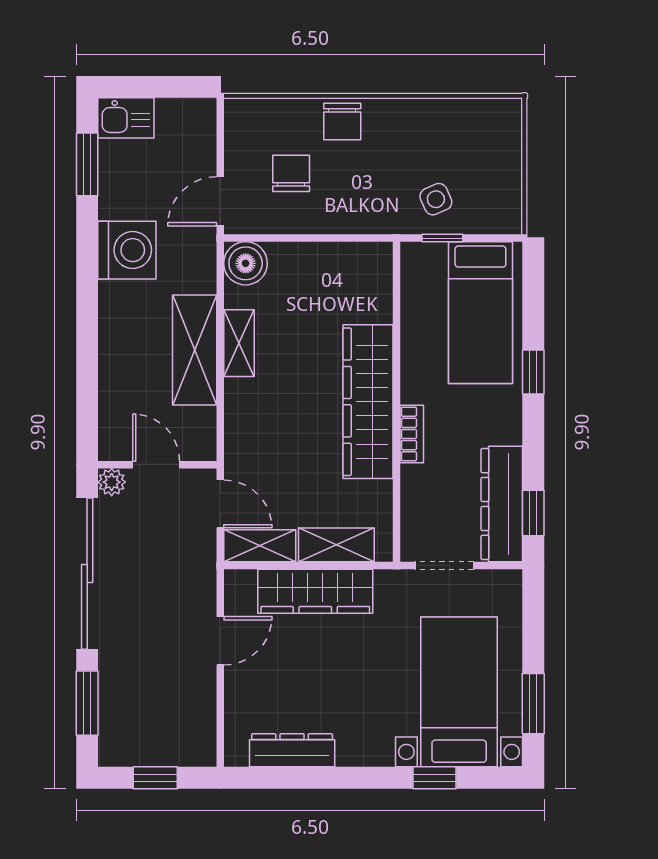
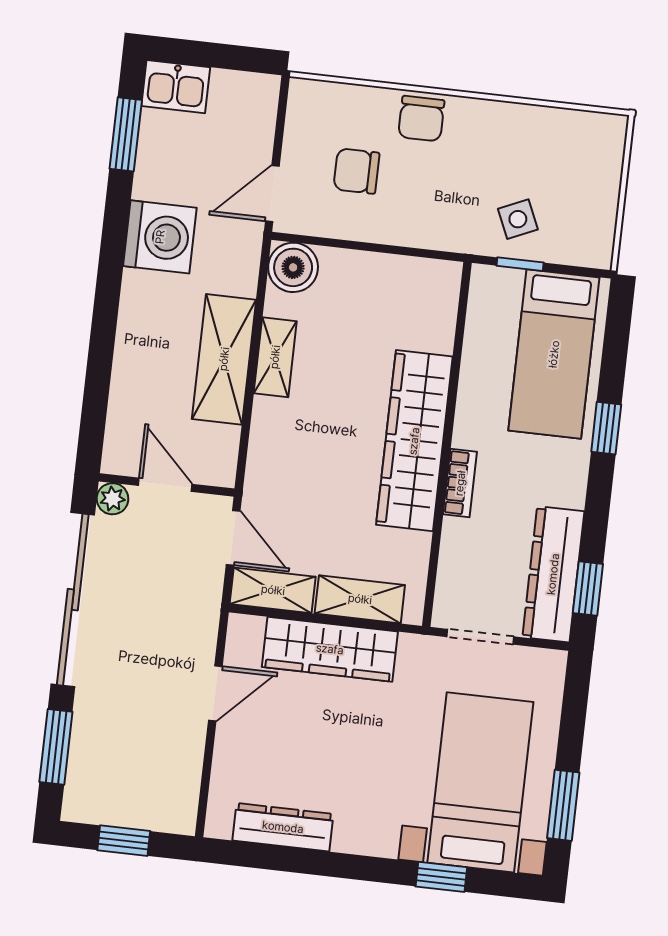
chair: (291, 173) -> (356, 171), turned -90

